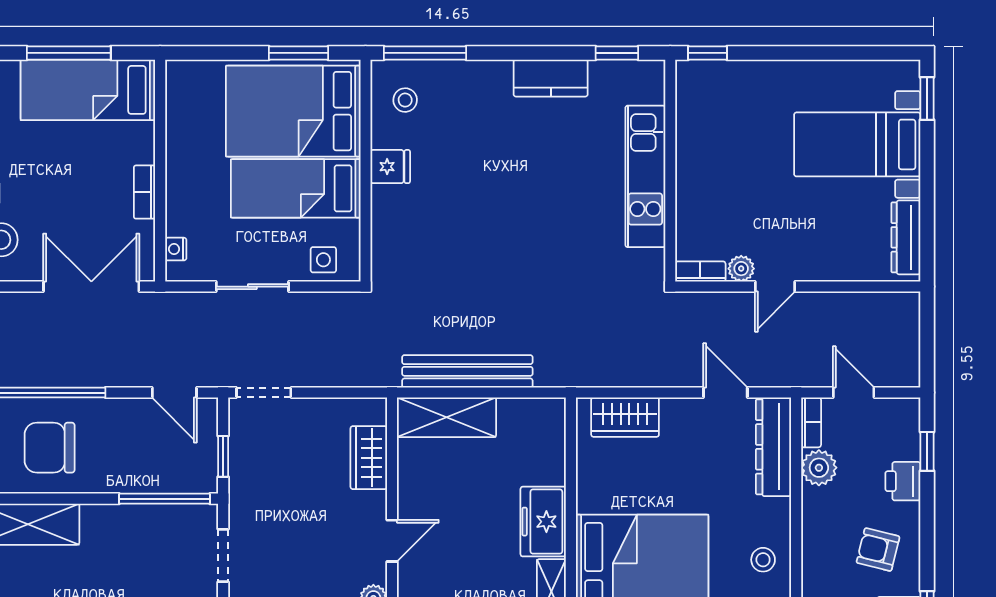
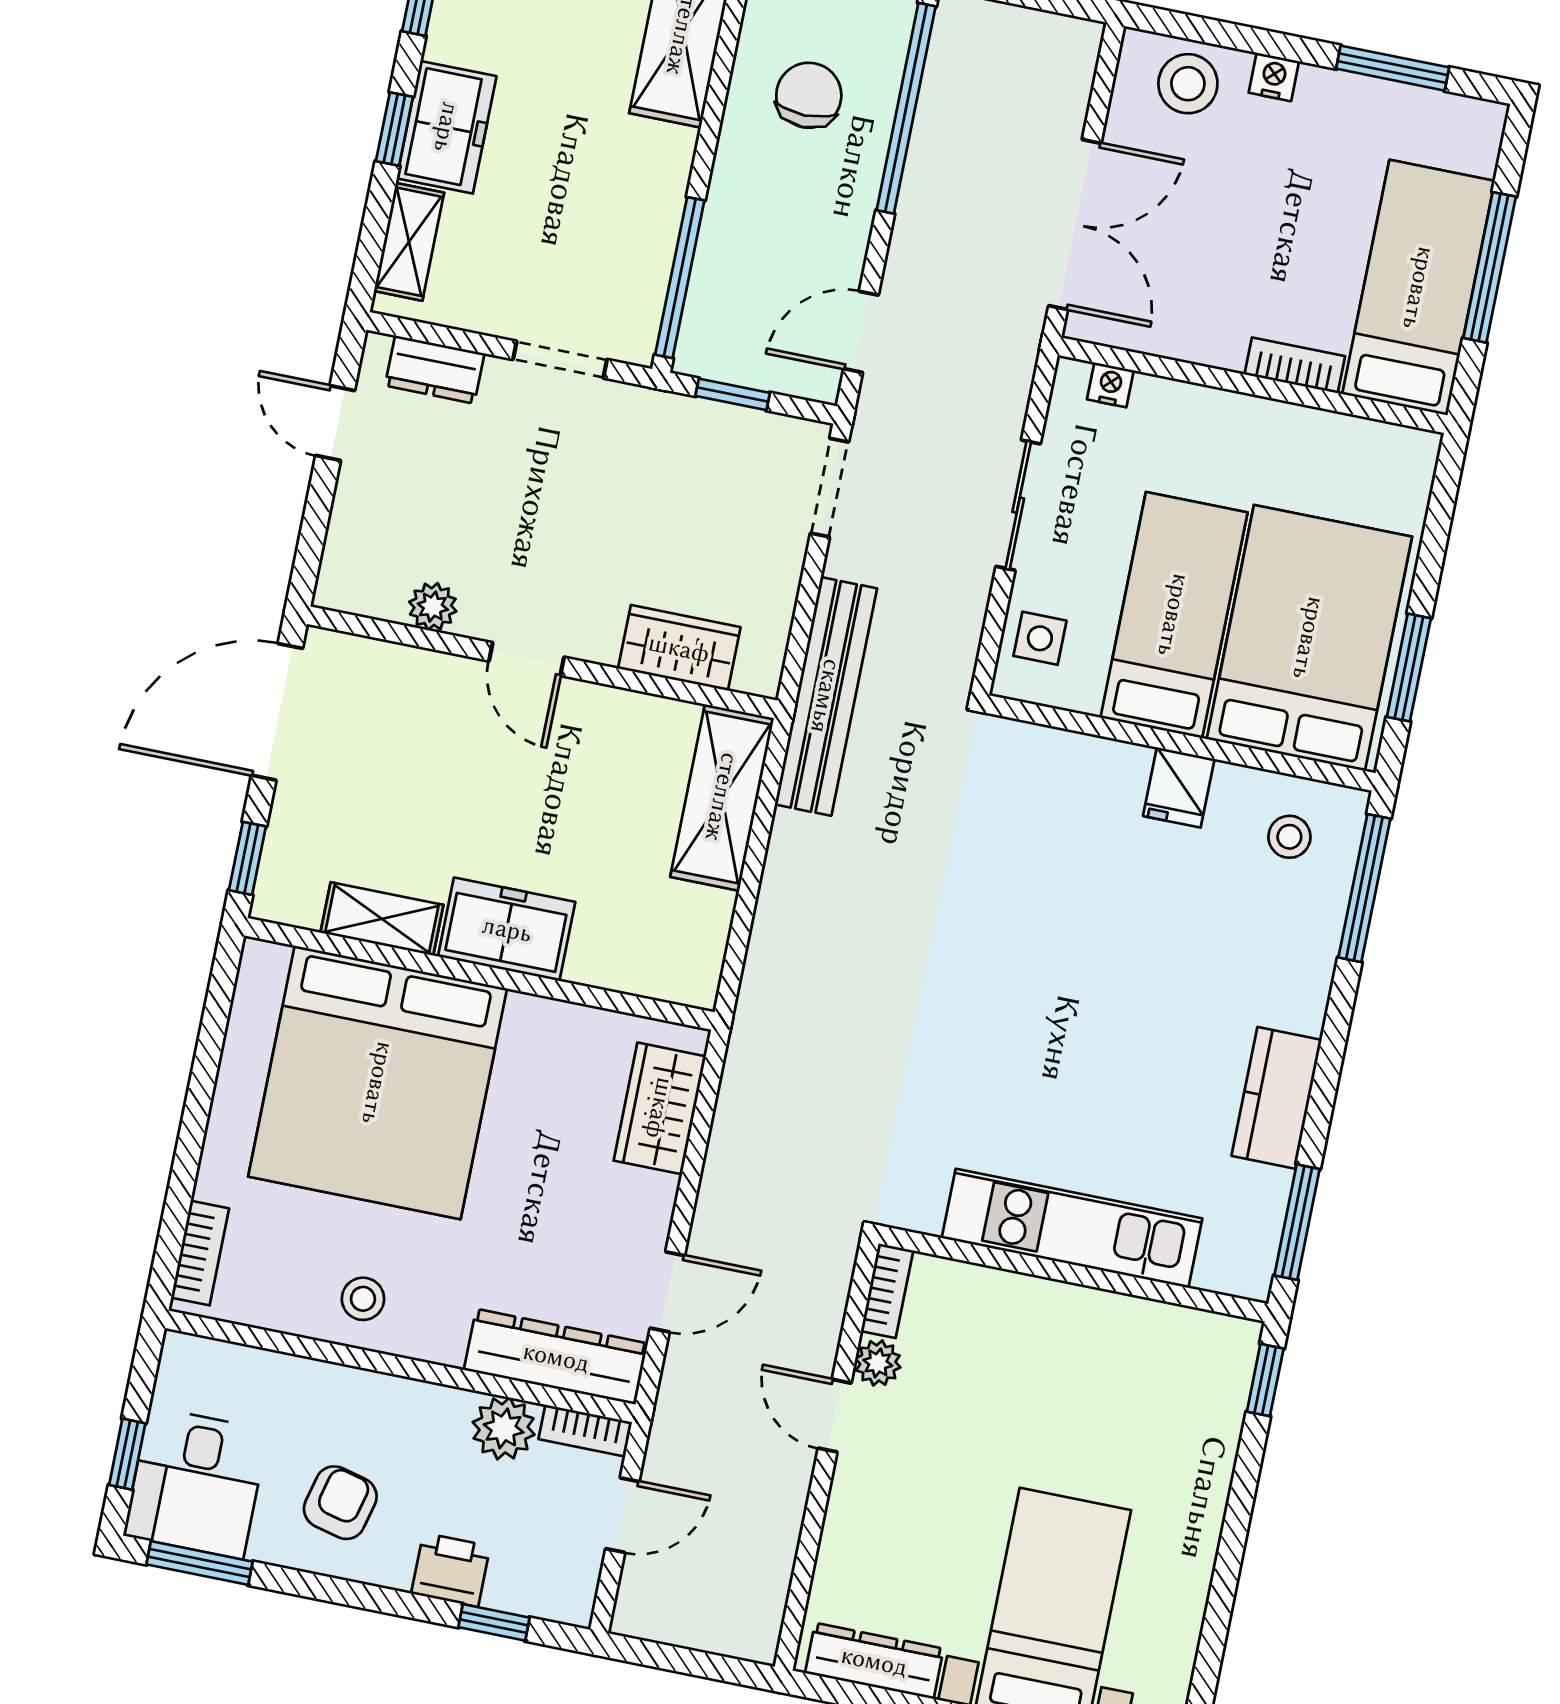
window: (617, 53) -> (1297, 1222), width x1.50
bookcase: (144, 192) -> (1295, 365), moved
bench: (467, 371) -> (826, 696), moved
chair: (50, 448) -> (809, 95), width x0.73, depth x0.73

